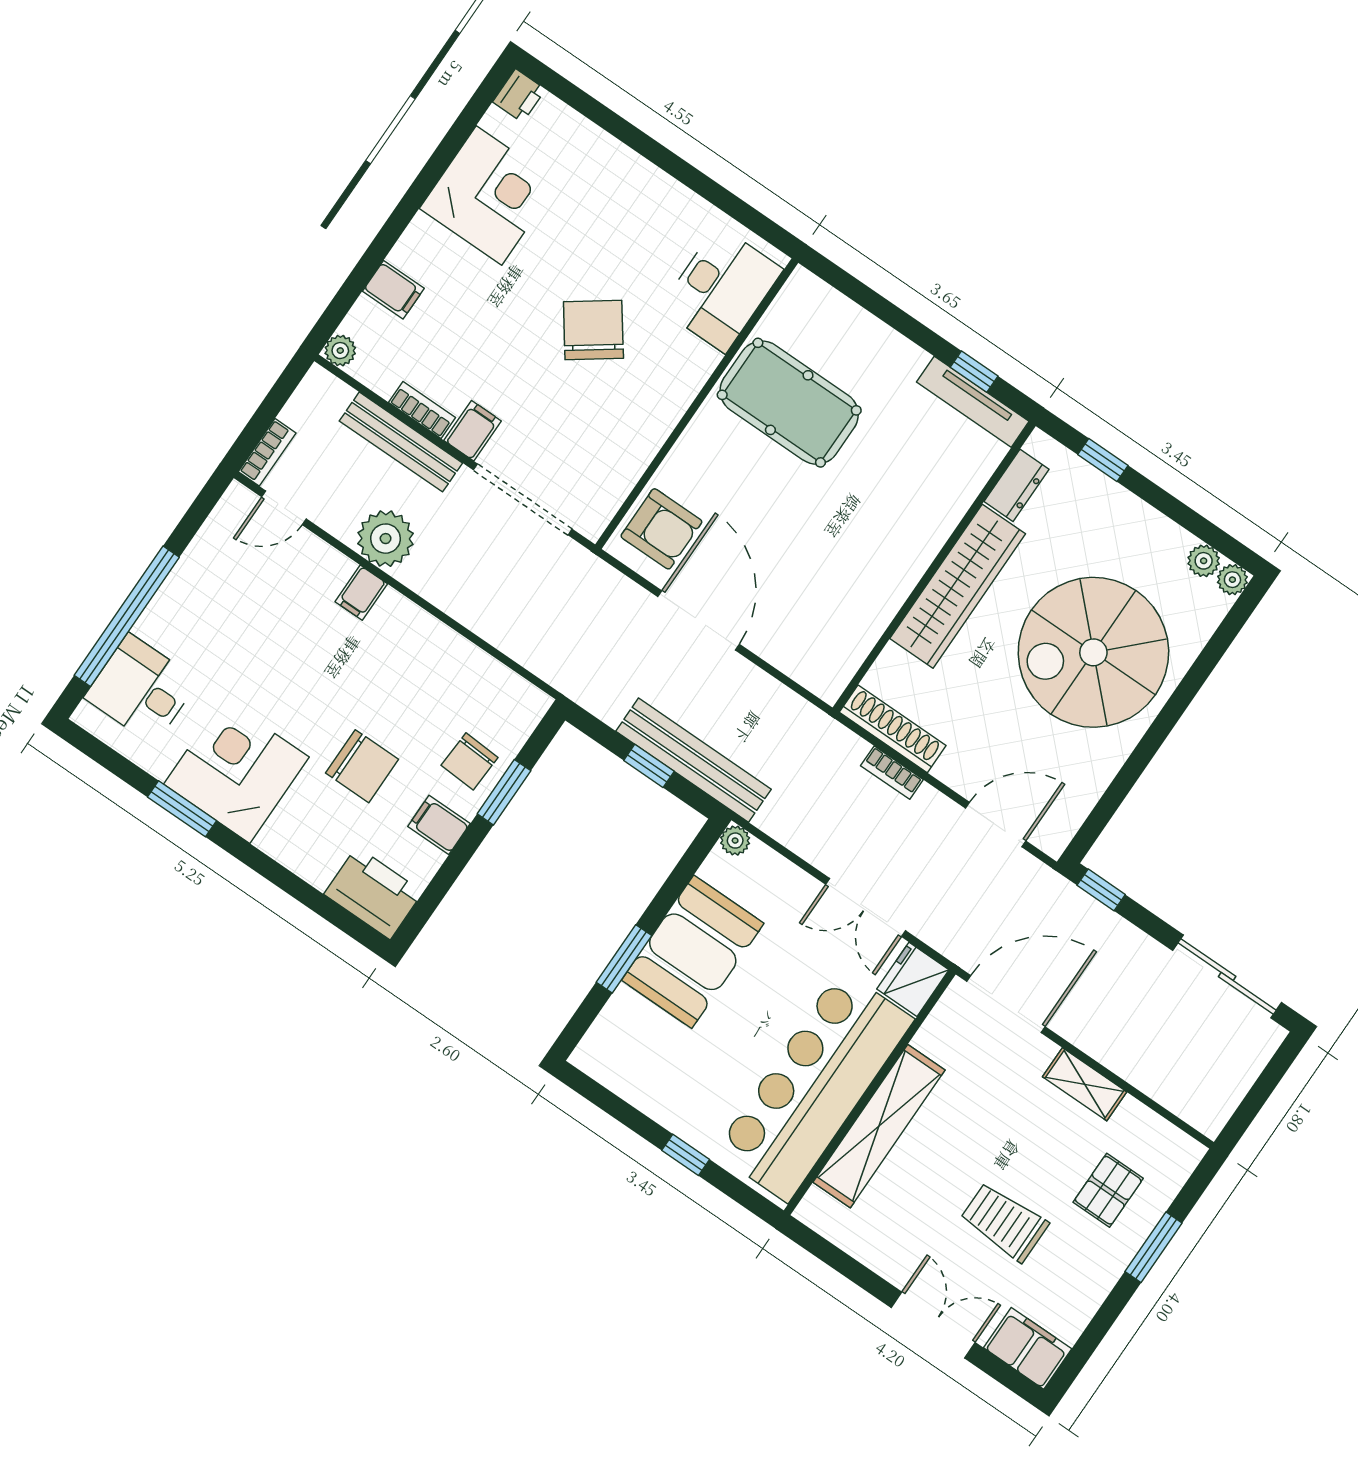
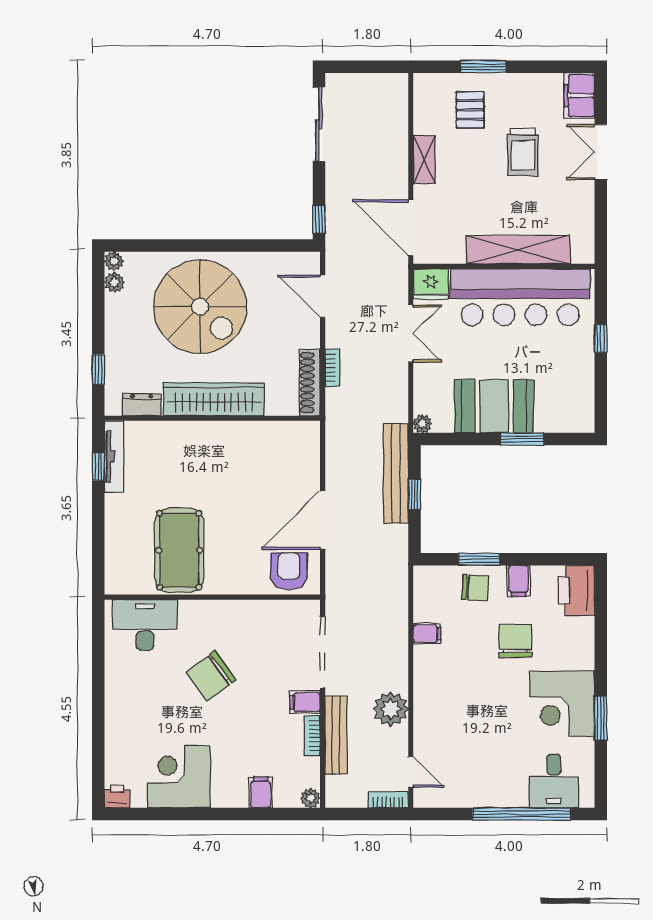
filing cabinet: (361, 593) -> (427, 634), moved
pallet: (1108, 1190) -> (470, 110), turned 90

